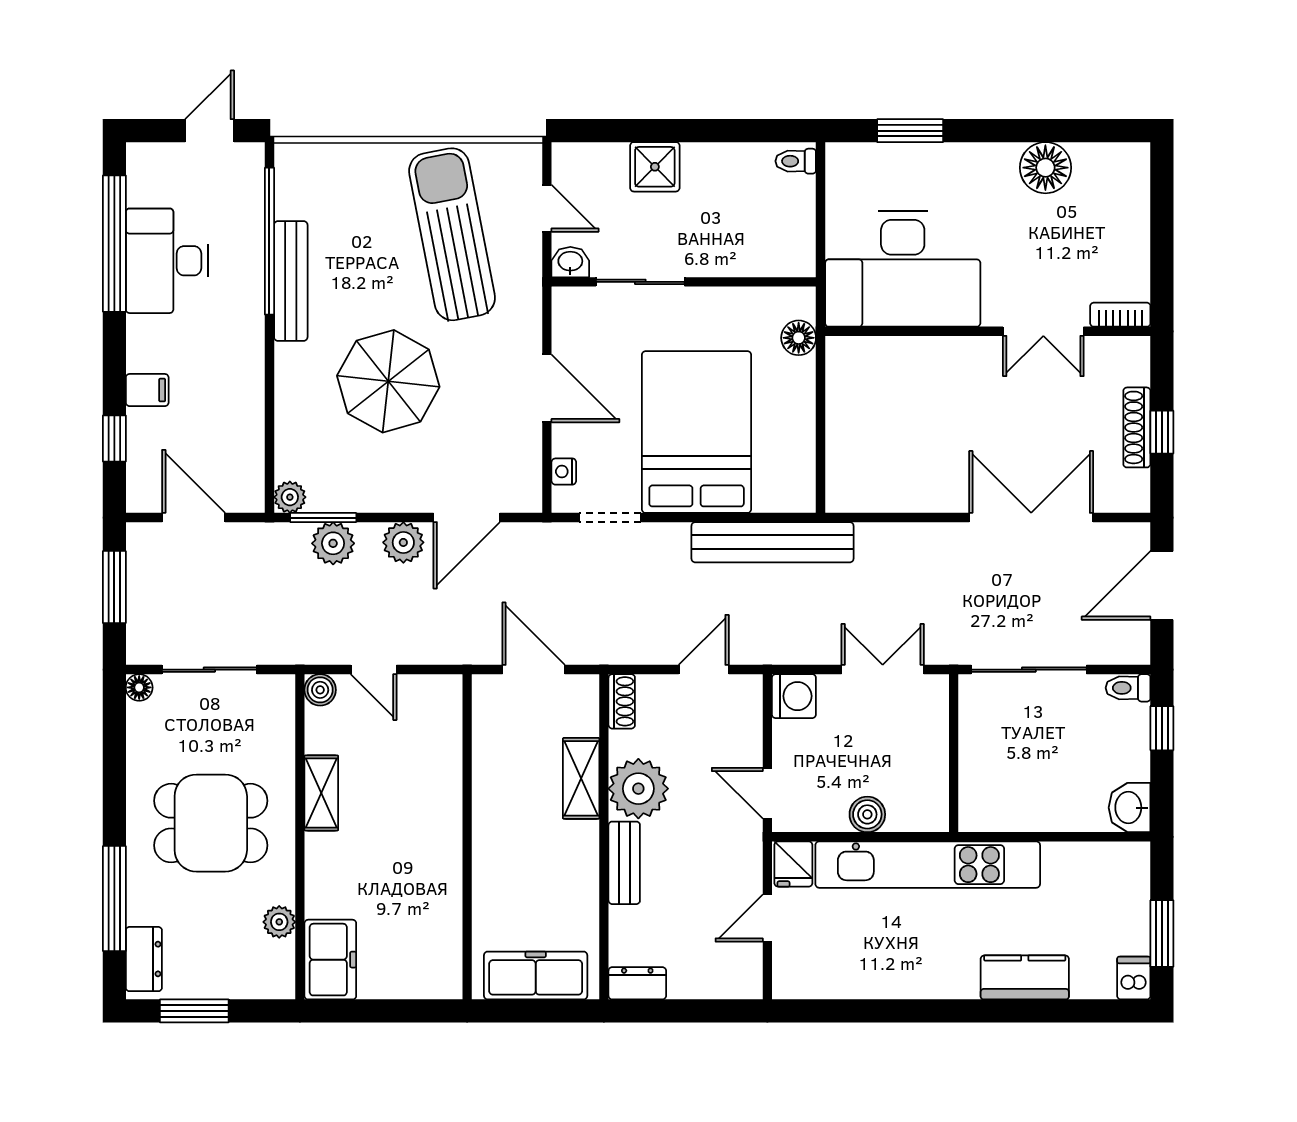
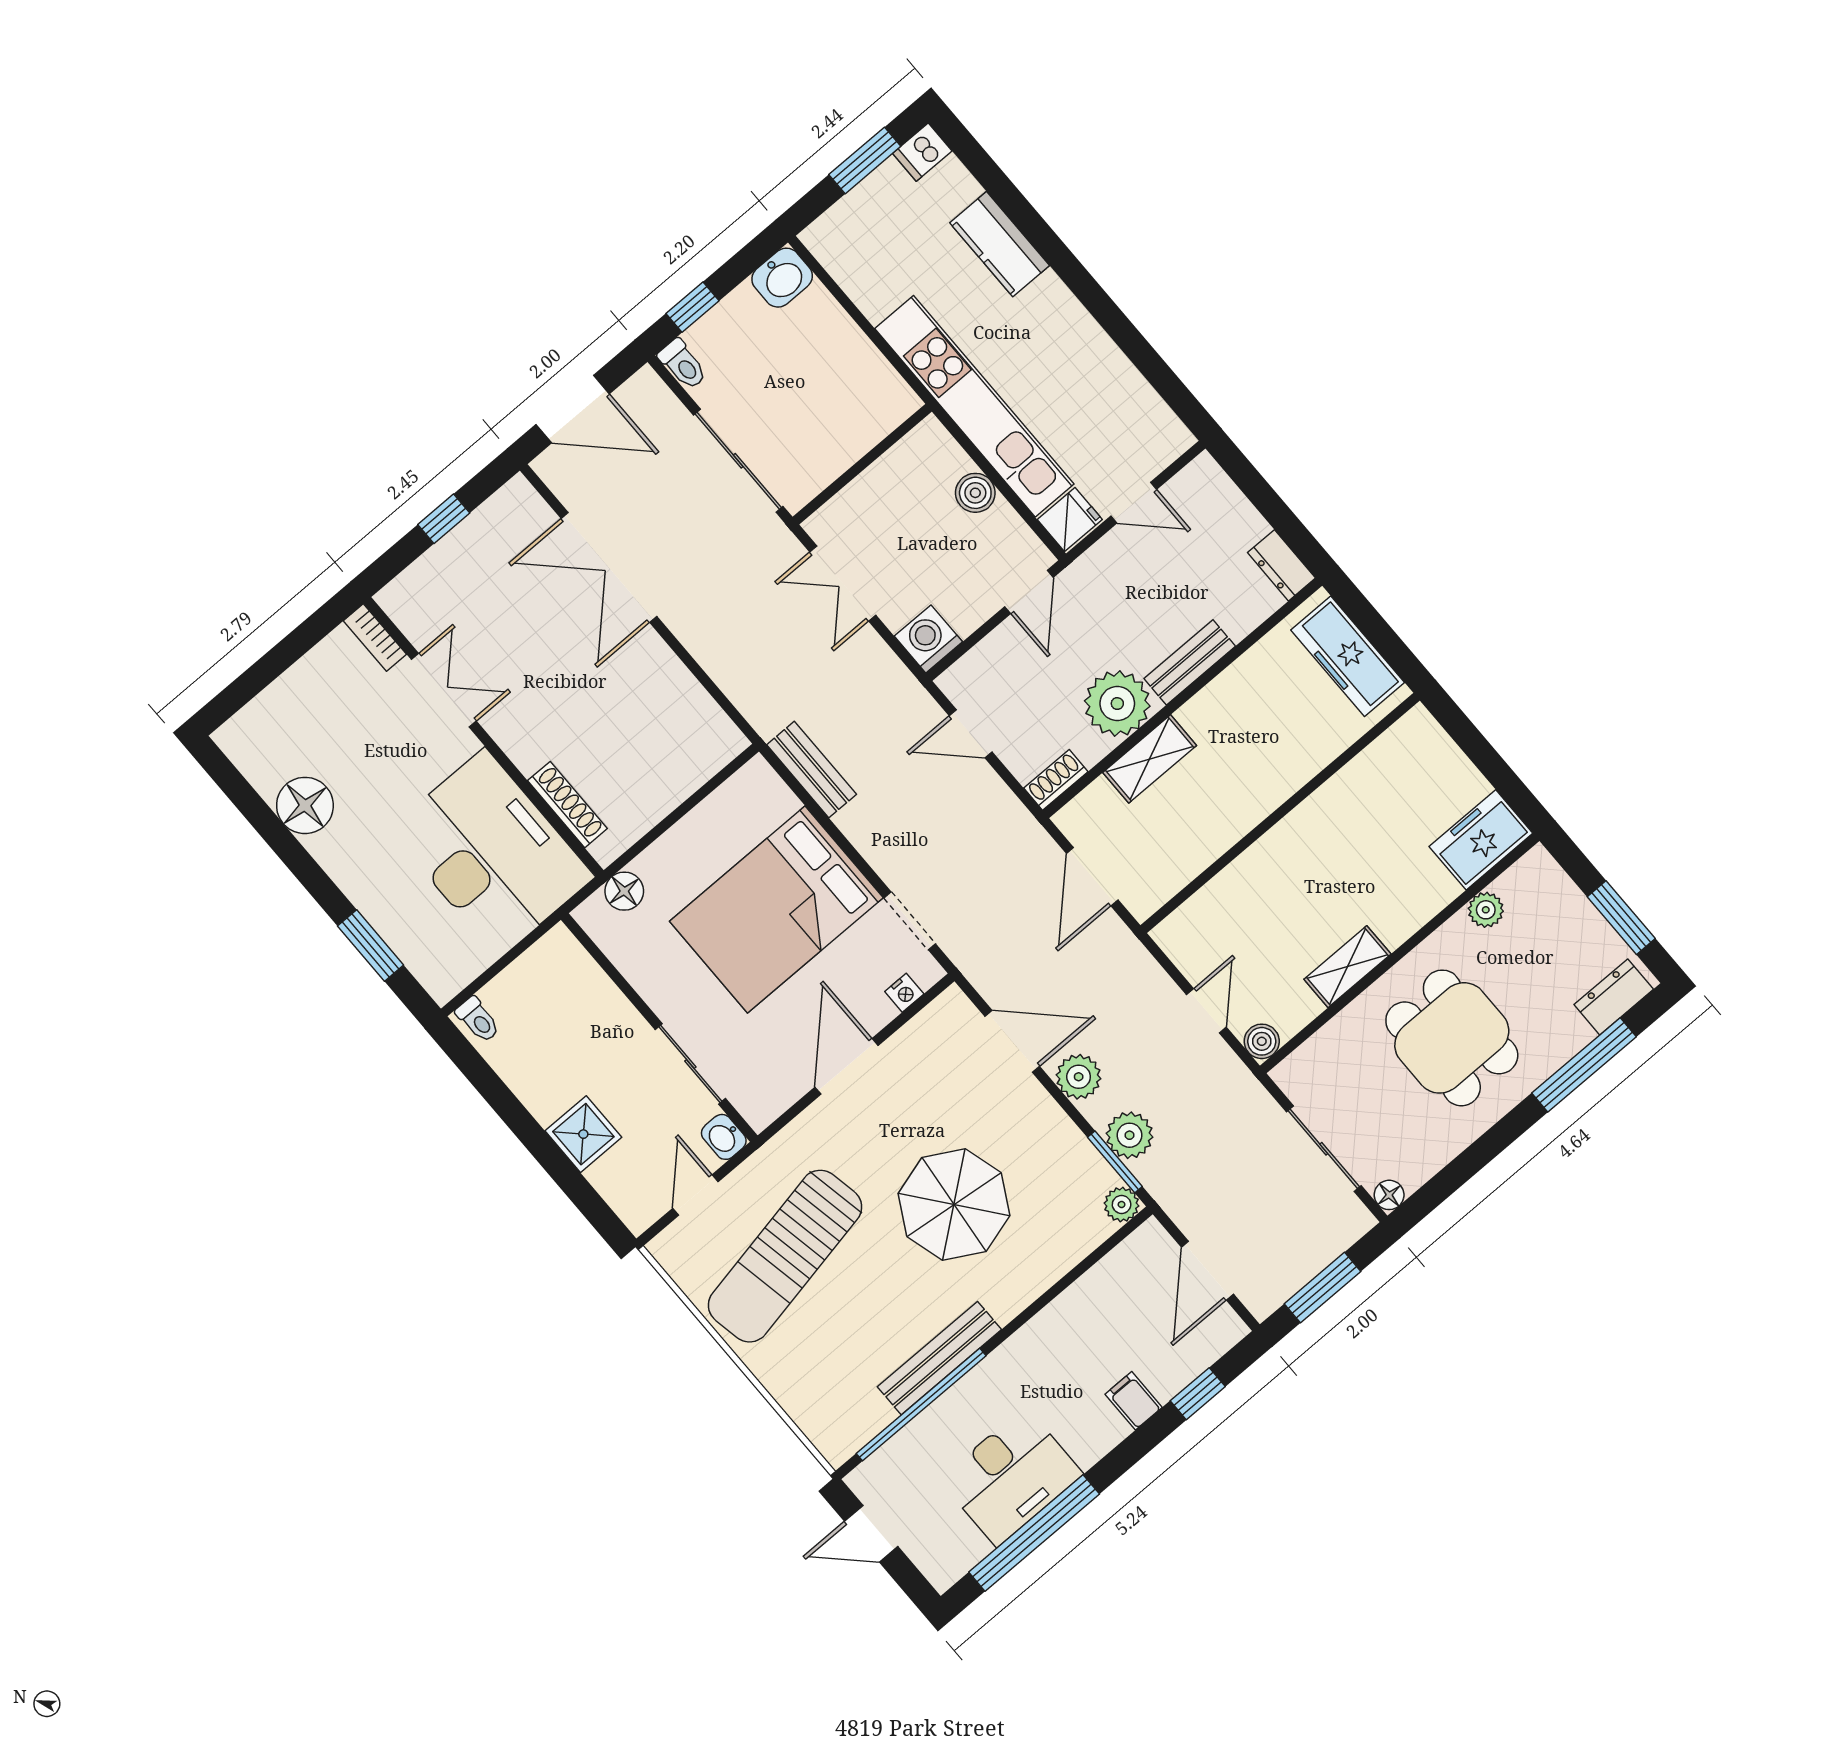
shoe rack: (1137, 427) -> (567, 805), moved, turned -90
bench: (772, 542) -> (812, 770), width x0.54, depth x0.82

